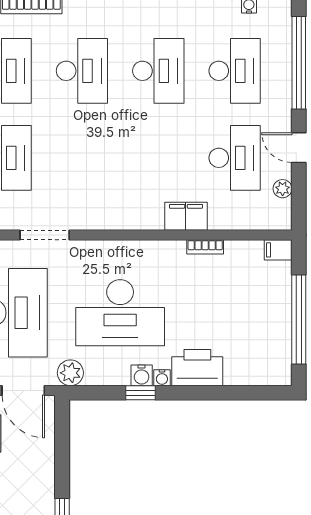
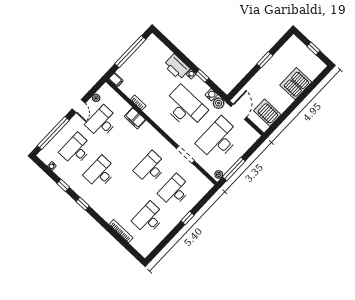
desk: (82, 71) -> (150, 168), moved
water cooler: (142, 375) -> (211, 95), moved

